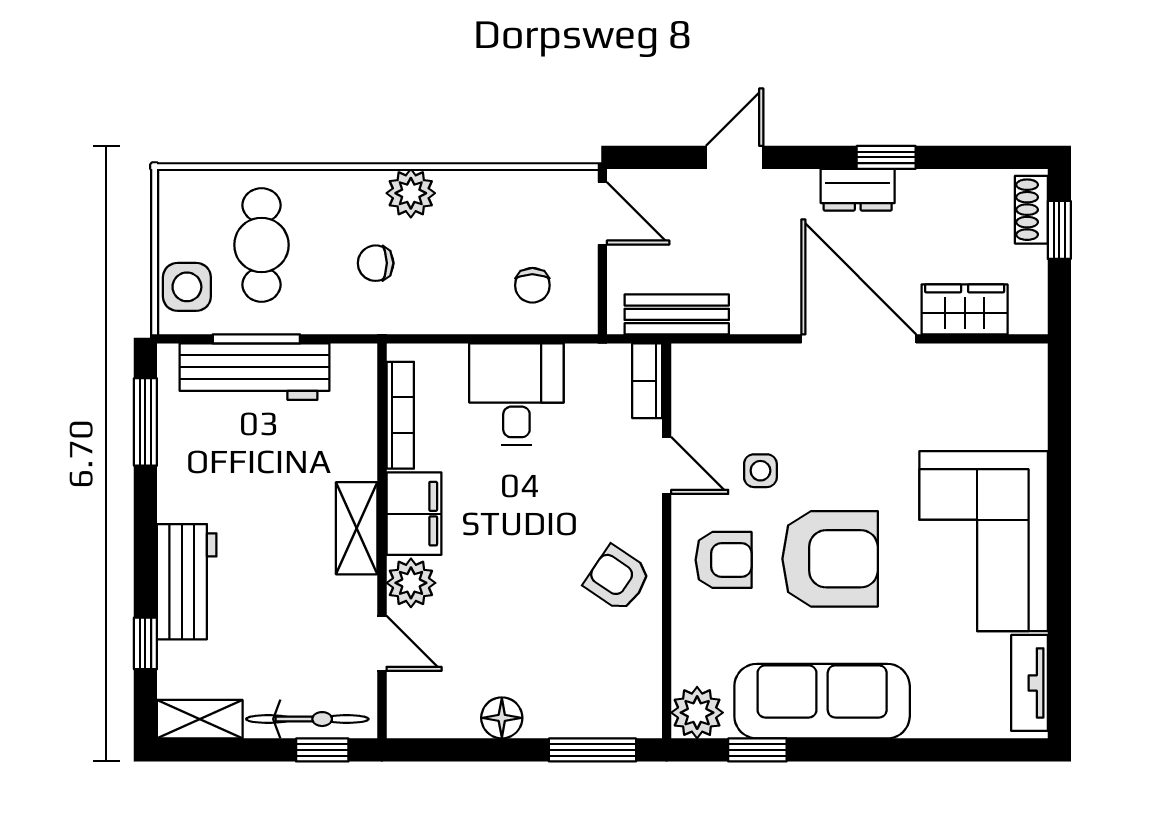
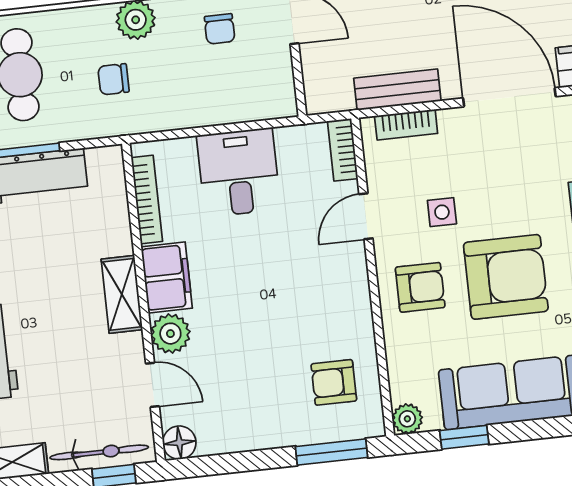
chair: (532, 285) -> (220, 29), moved
bench: (677, 314) -> (397, 90), moved
bookcase: (728, 359) -> (406, 125), added
door: (667, 465) -> (366, 216), swing flipped
armchair: (618, 578) -> (334, 382), moved, turned -34
plant: (697, 713) -> (407, 419), width x0.73, depth x0.73
floor lamp: (502, 718) -> (179, 443), moved

